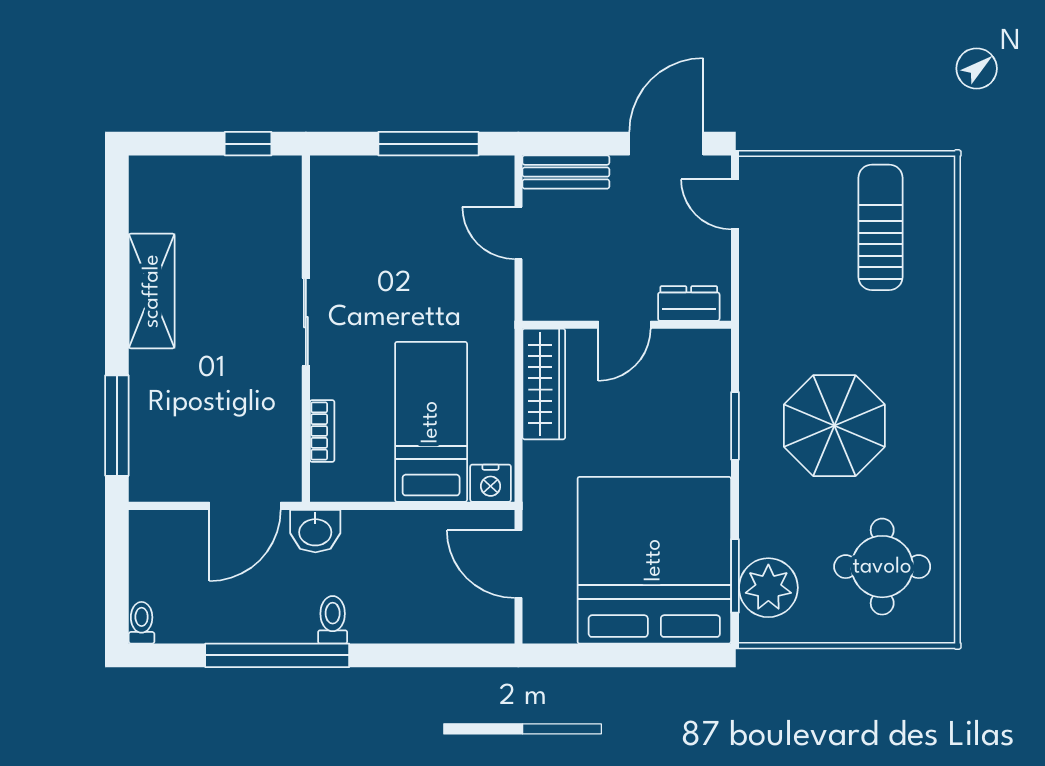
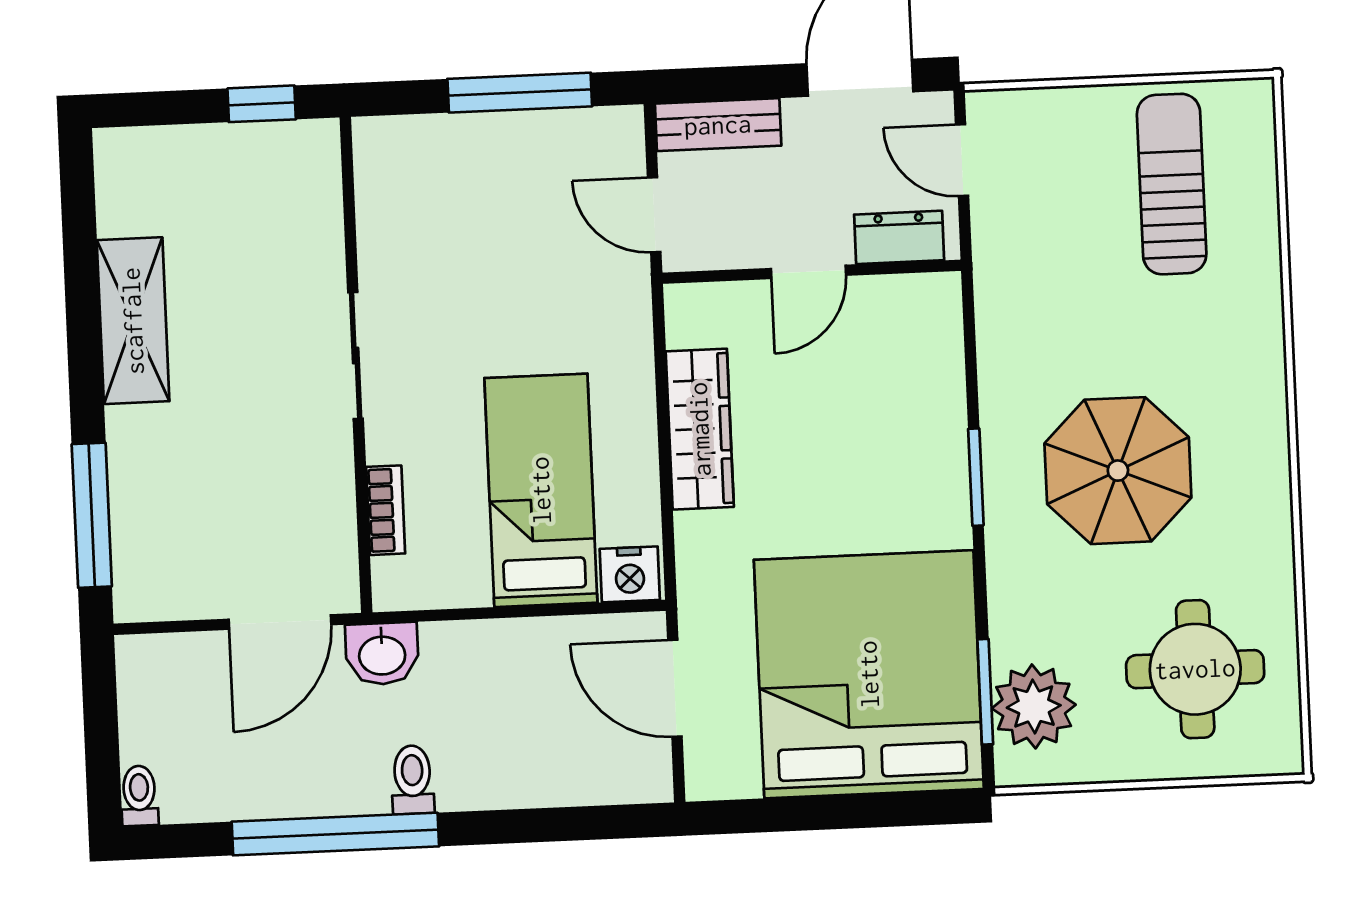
dresser: (689, 304) -> (899, 237), moved
door: (624, 325) -> (808, 272), moved
wall: (627, 325) -> (812, 272), moved

